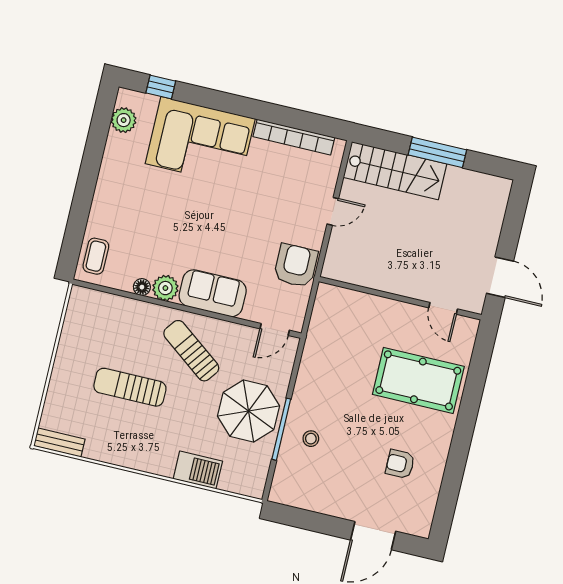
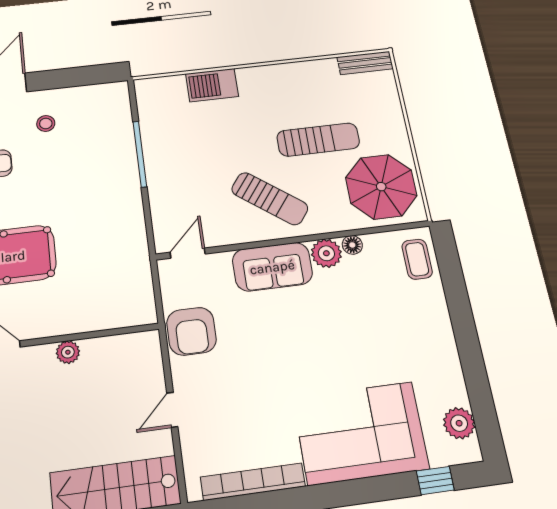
plant: (395, 285) -> (68, 352), added
parasol: (248, 411) -> (381, 187), moved
stool: (311, 439) -> (46, 124), moved

